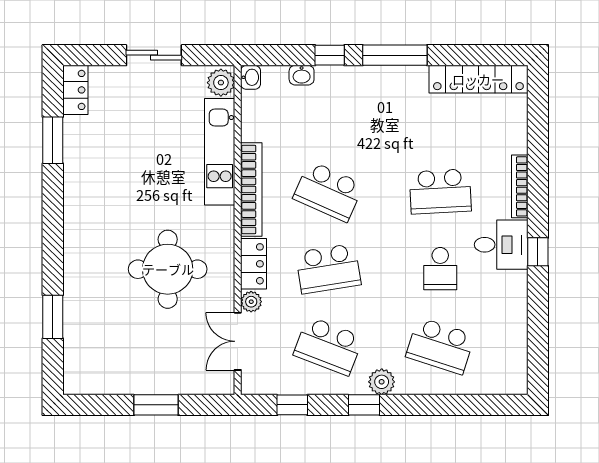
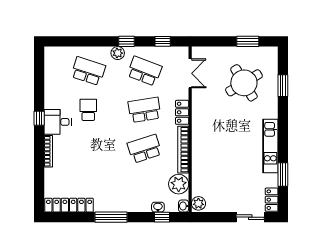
sliding door: (154, 55) -> (250, 217), moved
window: (330, 55) -> (162, 217), moved
kitchen unit: (220, 152) -> (270, 146), moved, turned 180
school desk: (328, 191) -> (145, 149), turned -42
school desk: (440, 191) -> (88, 149), removed
round table: (168, 269) -> (244, 83), moved, turned -31
plant: (251, 302) -> (179, 184), moved, width x1.87, depth x1.87
window: (156, 405) -> (248, 41), moved

